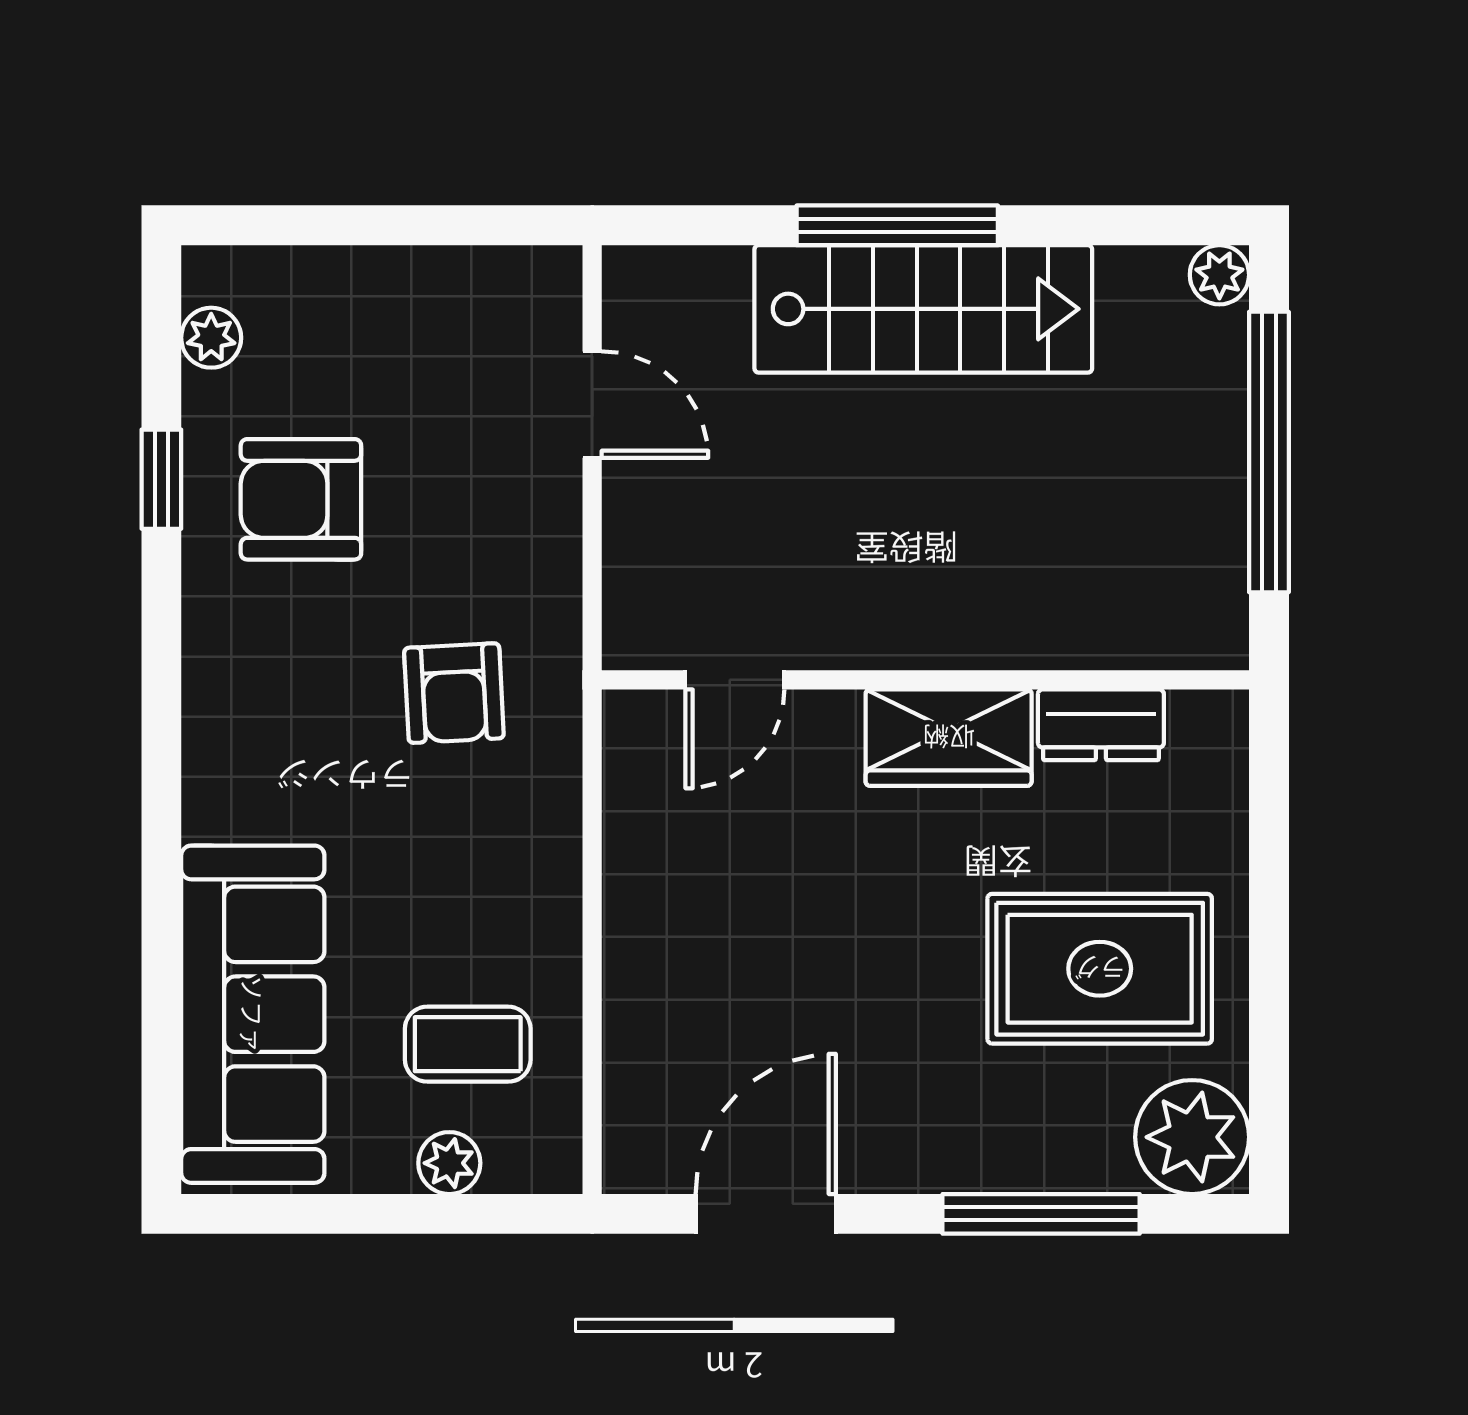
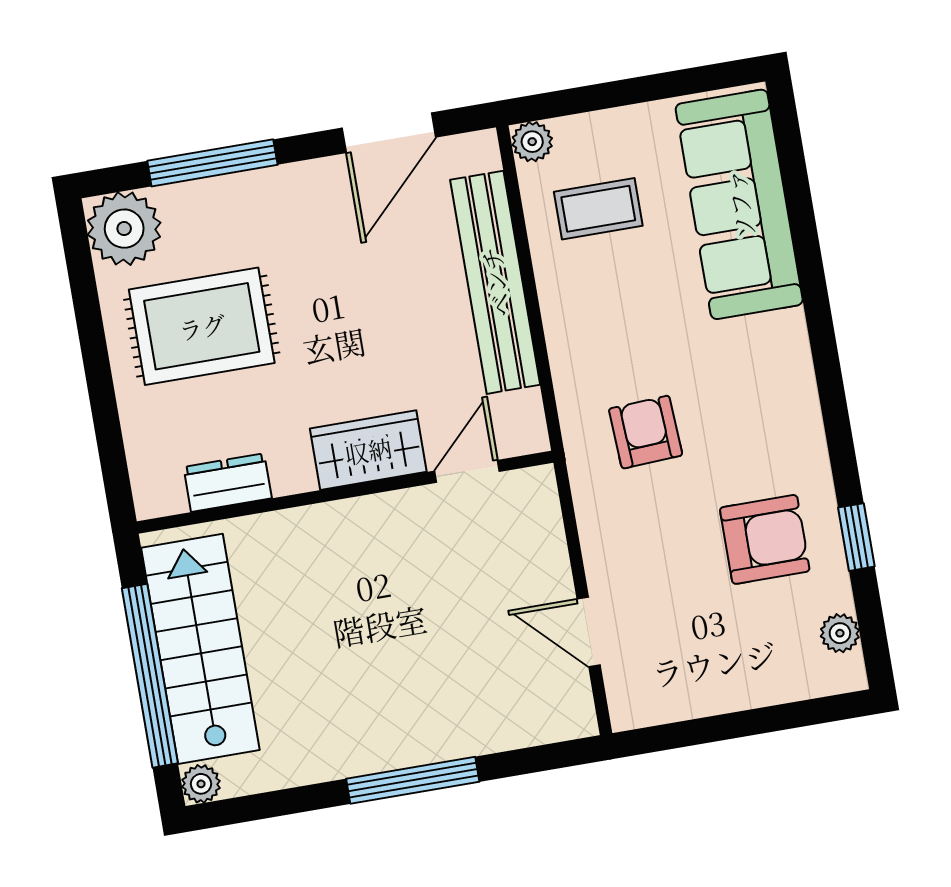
stairs: (923, 309) -> (200, 649), moved, turned 90
wardrobe: (949, 738) -> (368, 450), moved
bench: (643, 959) -> (495, 282), added
plant: (449, 1163) -> (532, 142), moved

